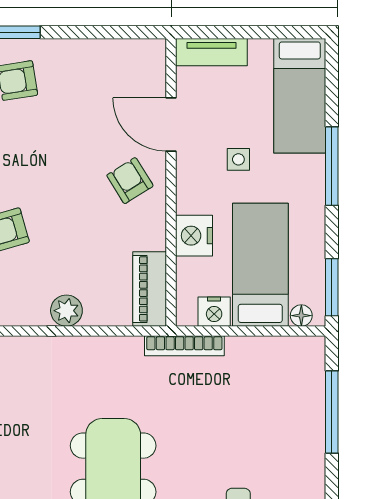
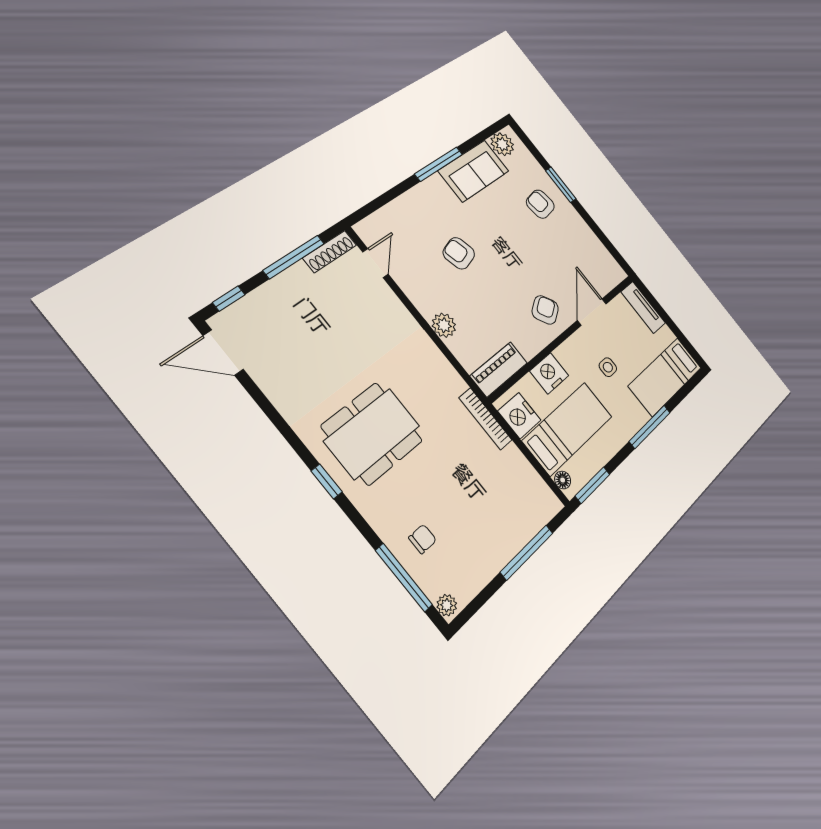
nightstand: (214, 312) -> (519, 416), width x1.36, depth x1.33

